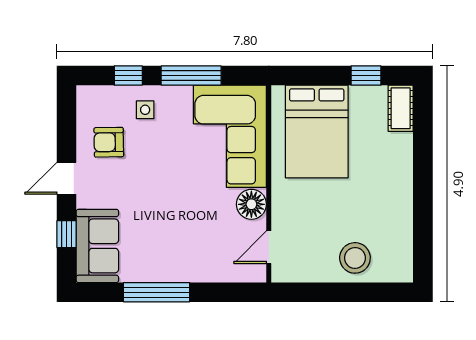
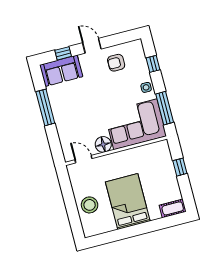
window: (191, 76) -> (165, 108), moved
window: (366, 76) -> (180, 167), moved
side table: (145, 110) -> (146, 87), moved
bed: (317, 132) -> (128, 202), moved, turned 90
armchair: (109, 142) -> (116, 63), turned -89

